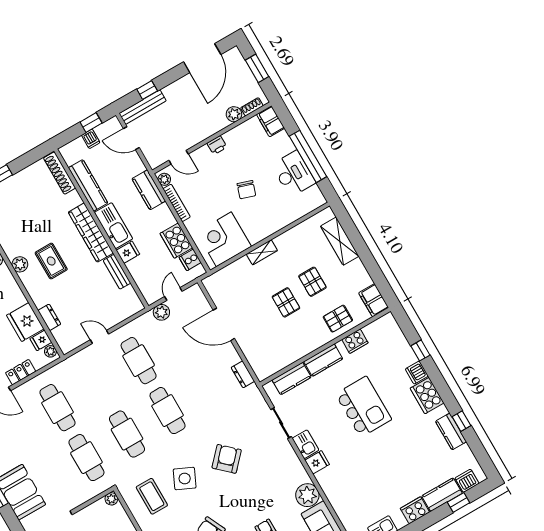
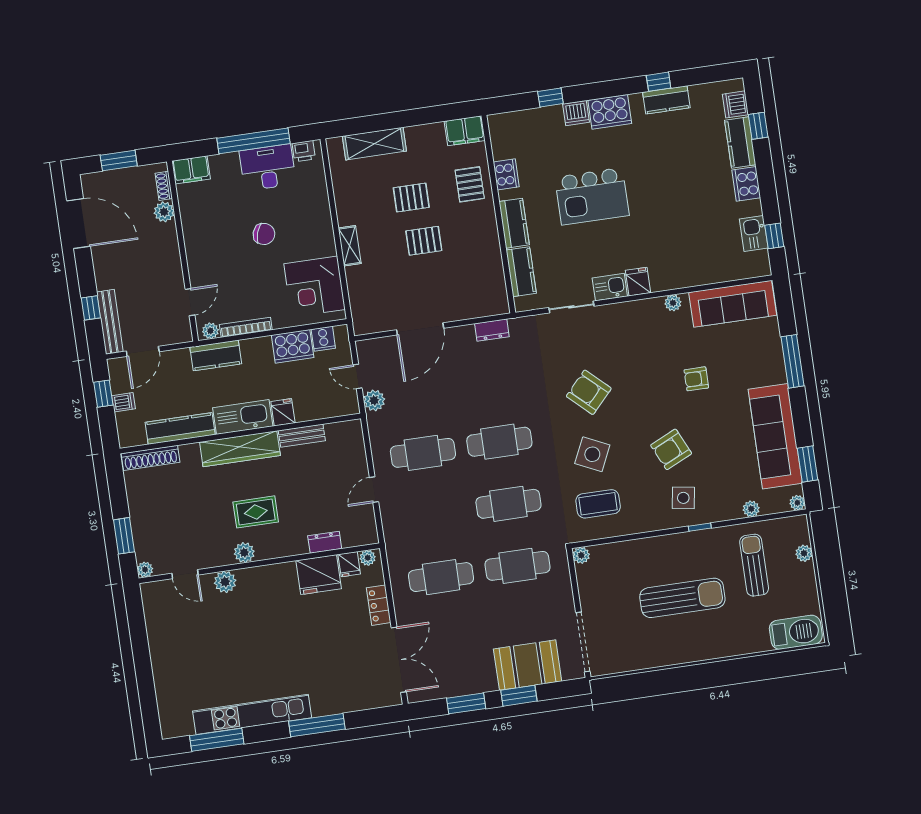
printer: (217, 145) -> (304, 151), moved, turned 90
kitchen island: (363, 407) -> (592, 196), turned 180
plant: (307, 495) -> (673, 303), width x0.53, depth x0.53

